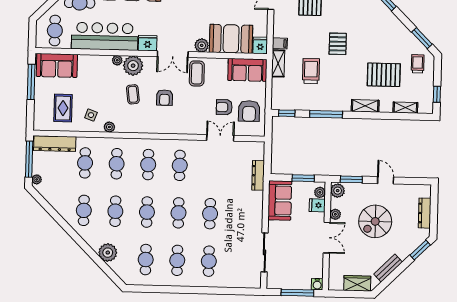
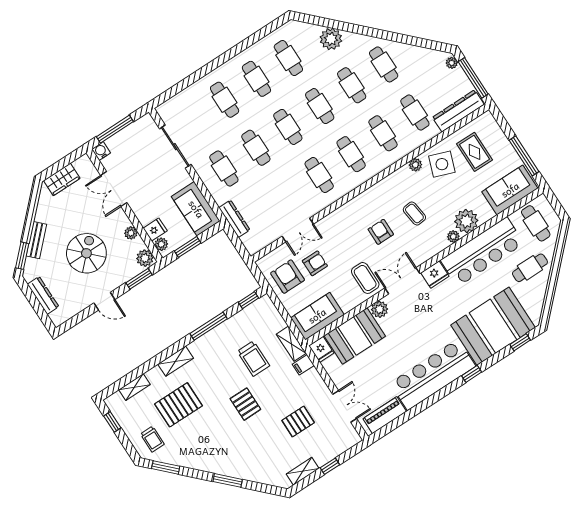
plant: (133, 66) -> (466, 221), moved
side table: (91, 115) -> (442, 164), width x1.87, depth x1.87
cafe table: (242, 215) -> (224, 169), added
double door: (327, 238) -> (114, 189), moved
bench: (388, 268) -> (36, 240), moved

